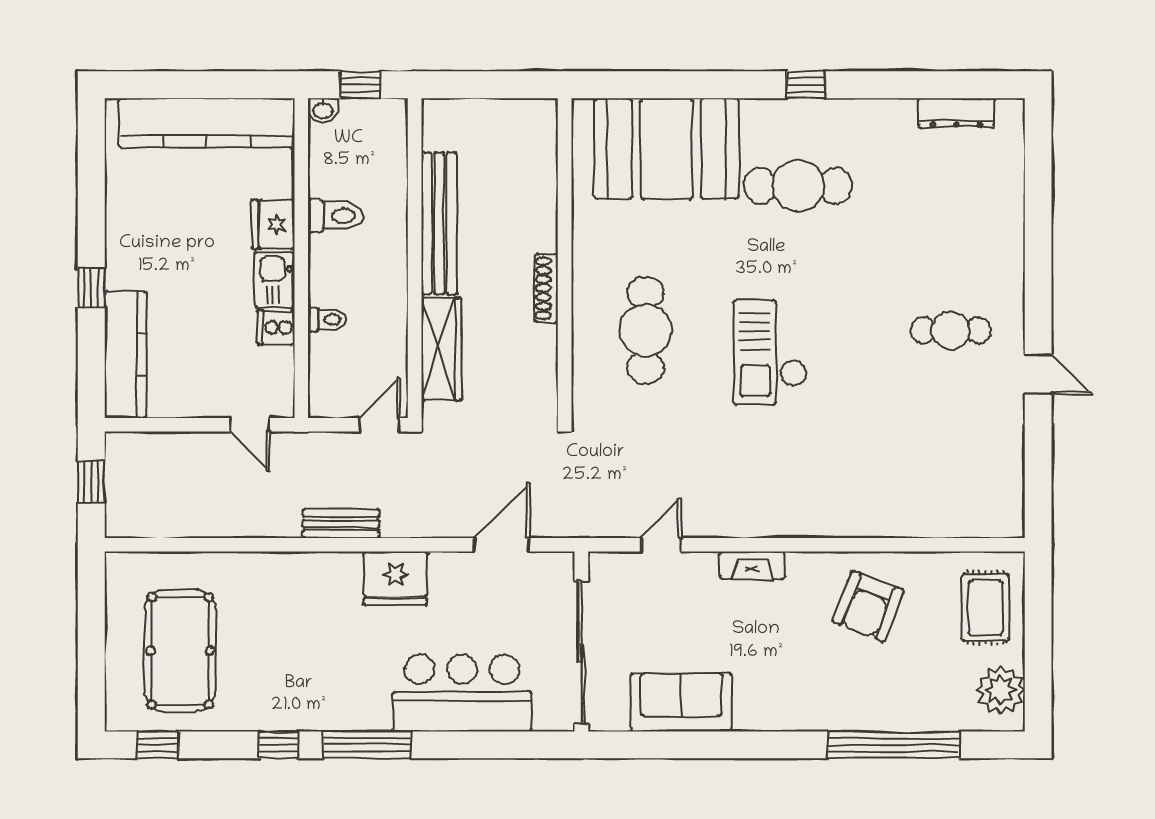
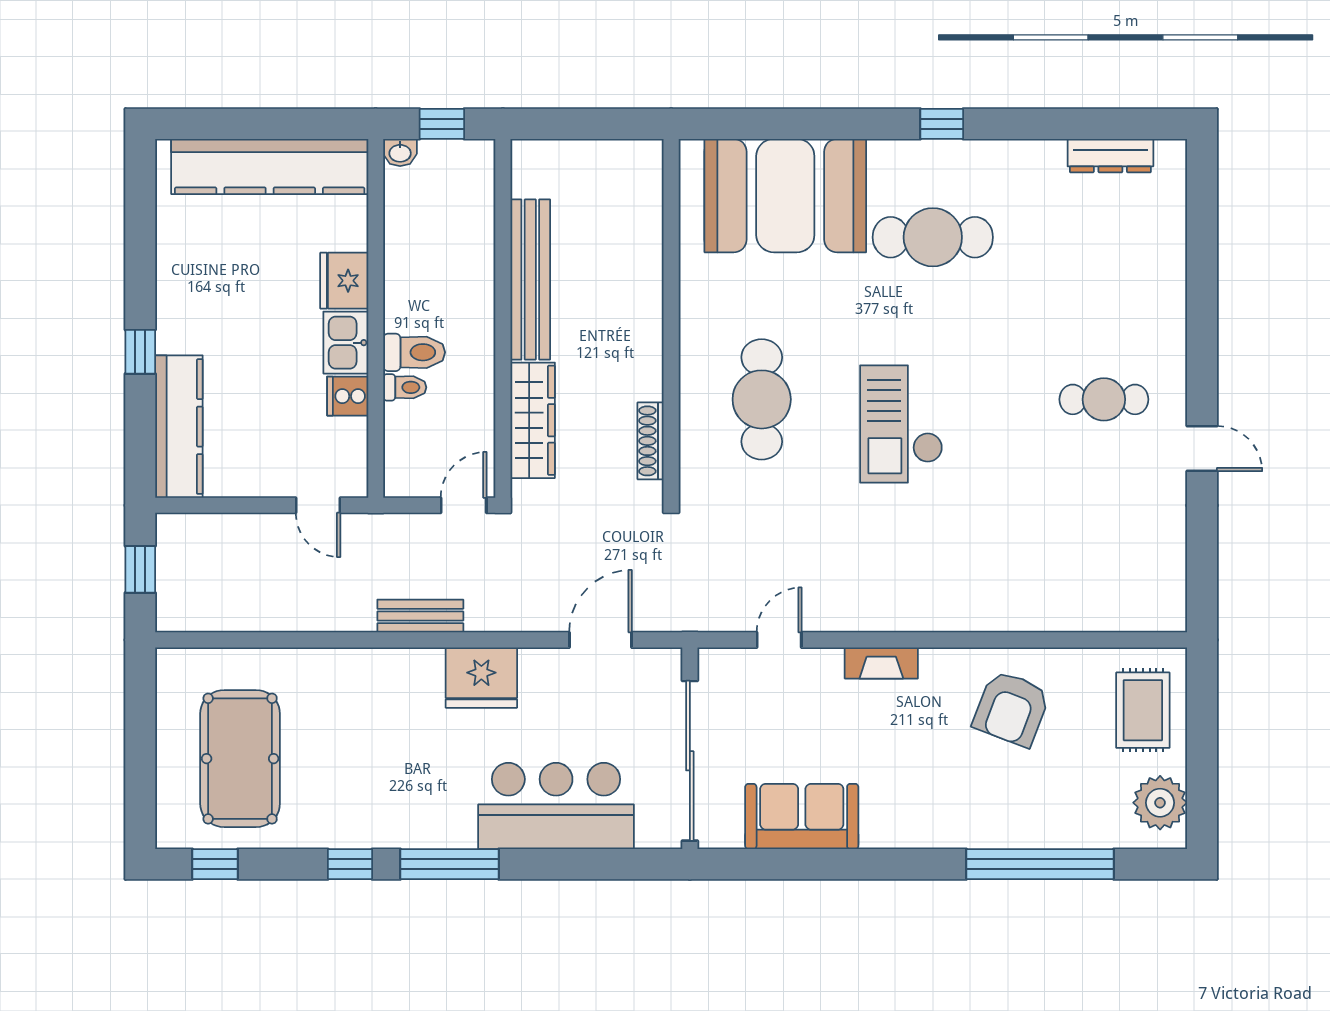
toilet: (336, 216) -> (414, 352), moved
shoe rack: (546, 288) -> (651, 441), moved

